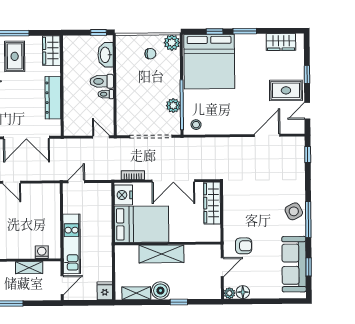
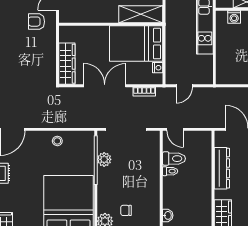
washbasin: (106, 55) -> (168, 215), width x0.52, depth x0.69
toilet: (102, 81) -> (174, 159), moved
stool: (196, 125) -> (57, 141), moved
door: (76, 182) -> (184, 86), moved
nightstand: (123, 195) -> (158, 68), width x0.53, depth x0.56
shelving: (161, 254) -> (141, 14), moved

